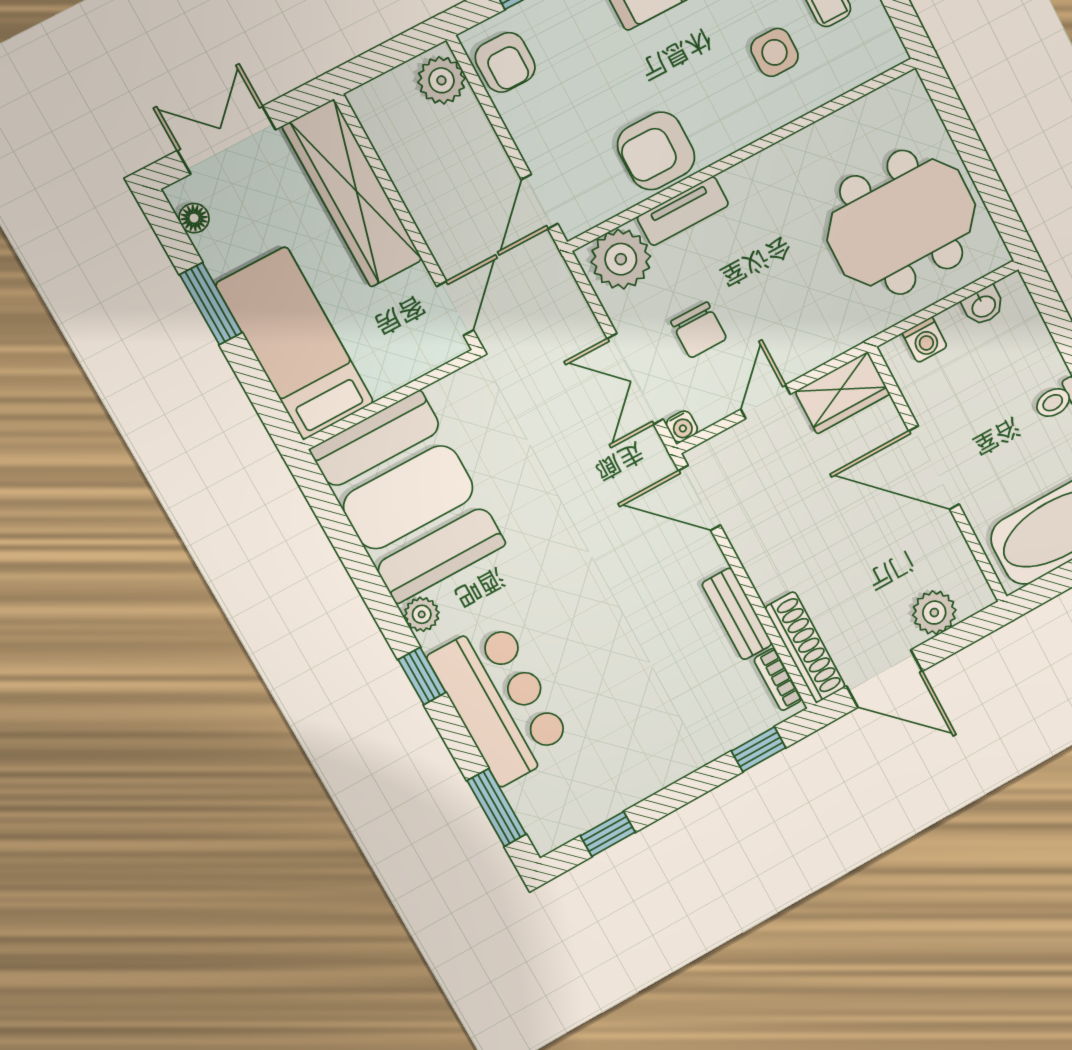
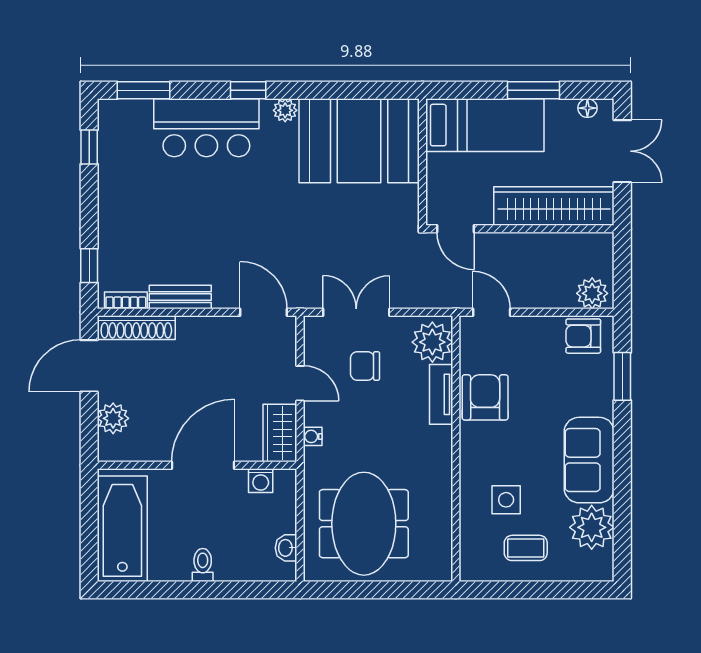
washing machine: (925, 340) -> (261, 481), moved, turned -90
water cooler: (682, 427) -> (313, 436), moved
door: (699, 498) -> (264, 312), hinge flipped

